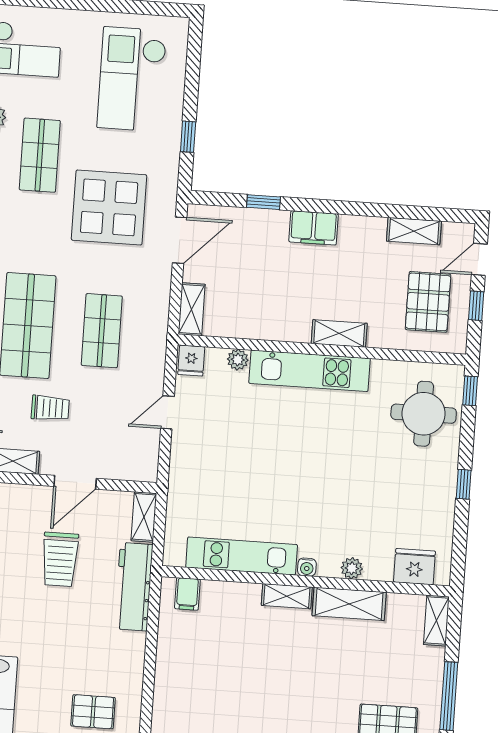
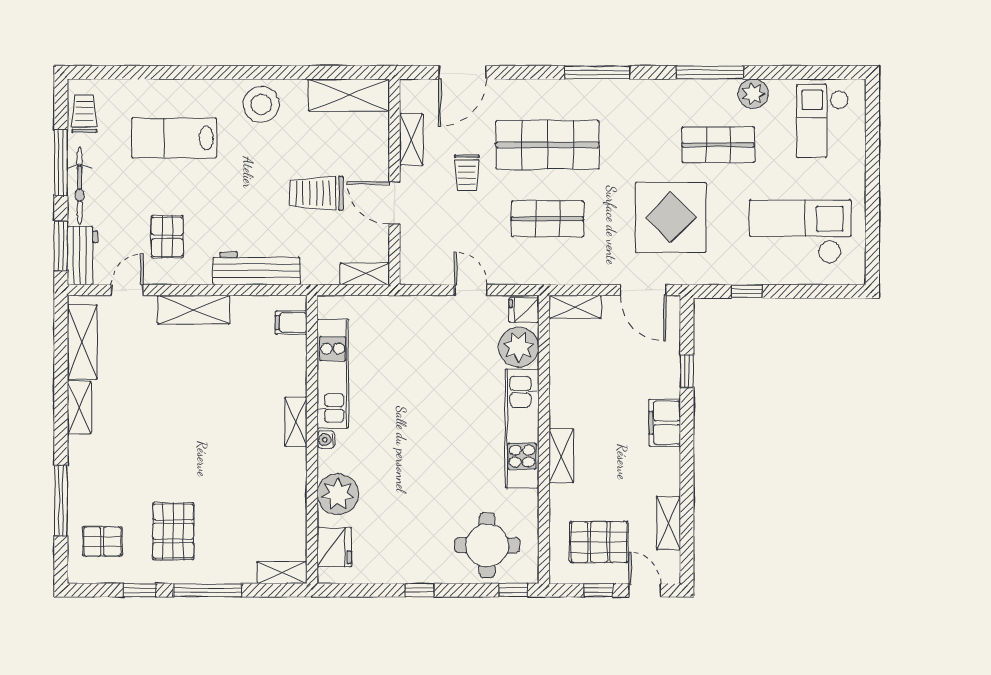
plant: (238, 360) -> (519, 347), width x1.87, depth x1.87
plant: (352, 568) -> (338, 494), width x1.87, depth x1.87
workbench: (134, 587) -> (256, 269), moved
shelving: (349, 604) -> (194, 310), moved, turned 90

